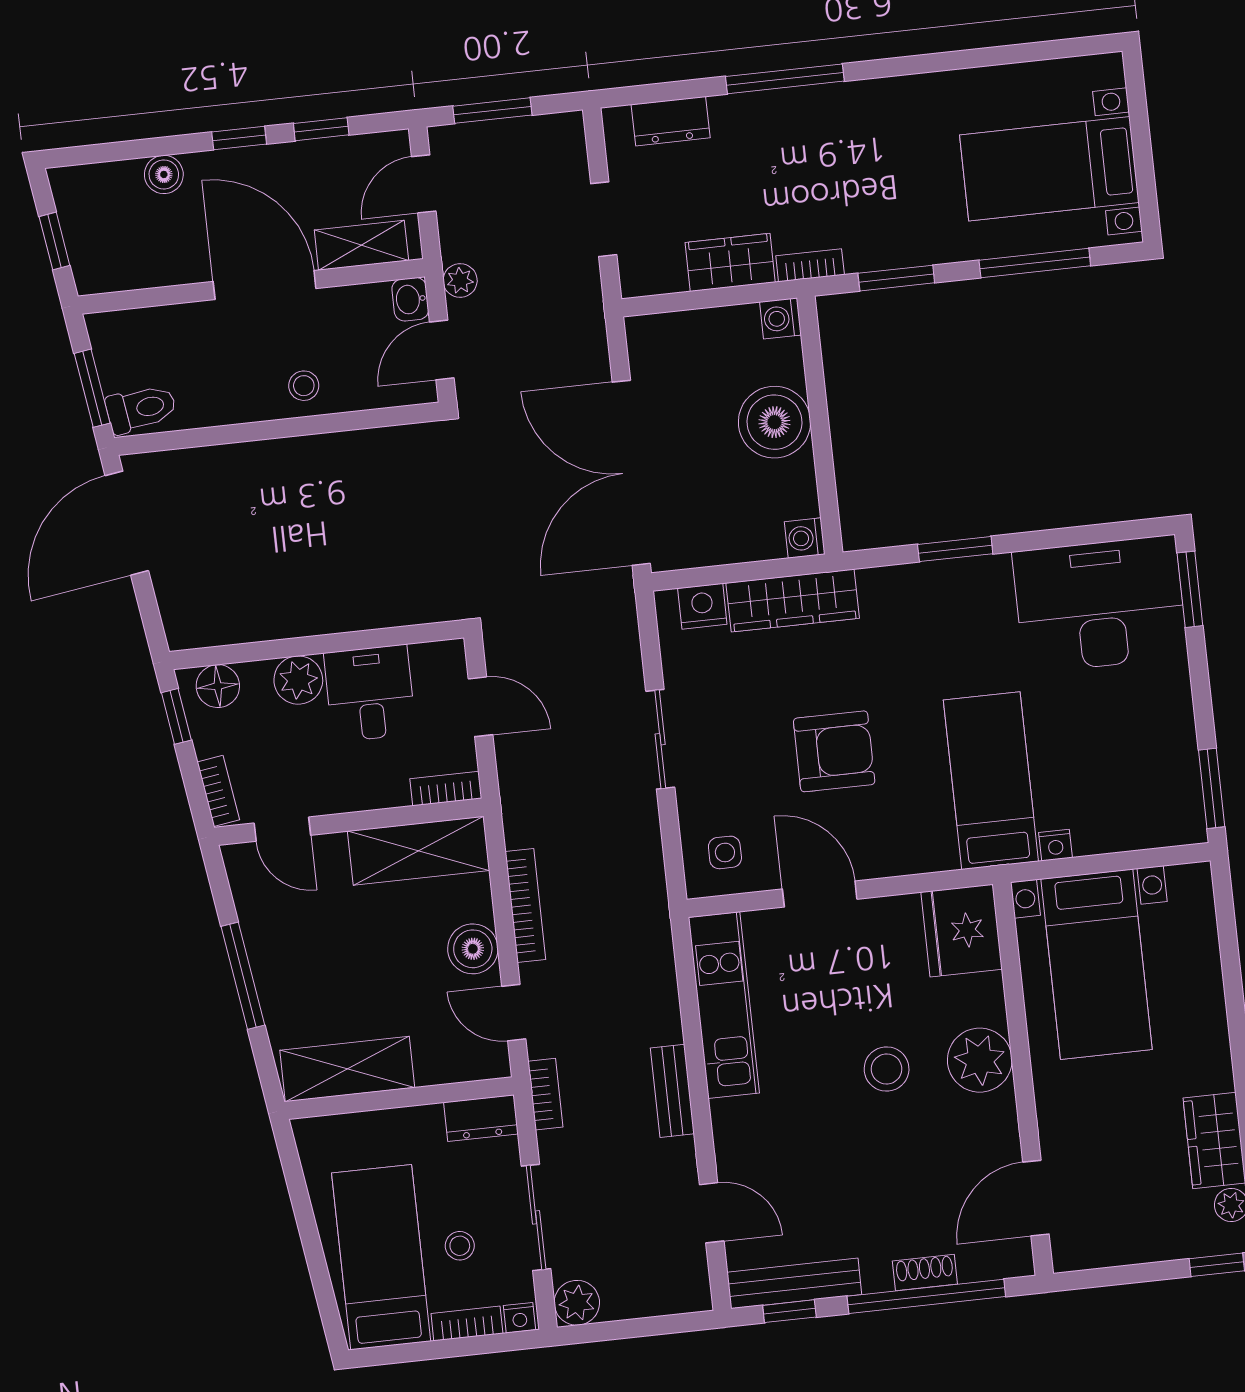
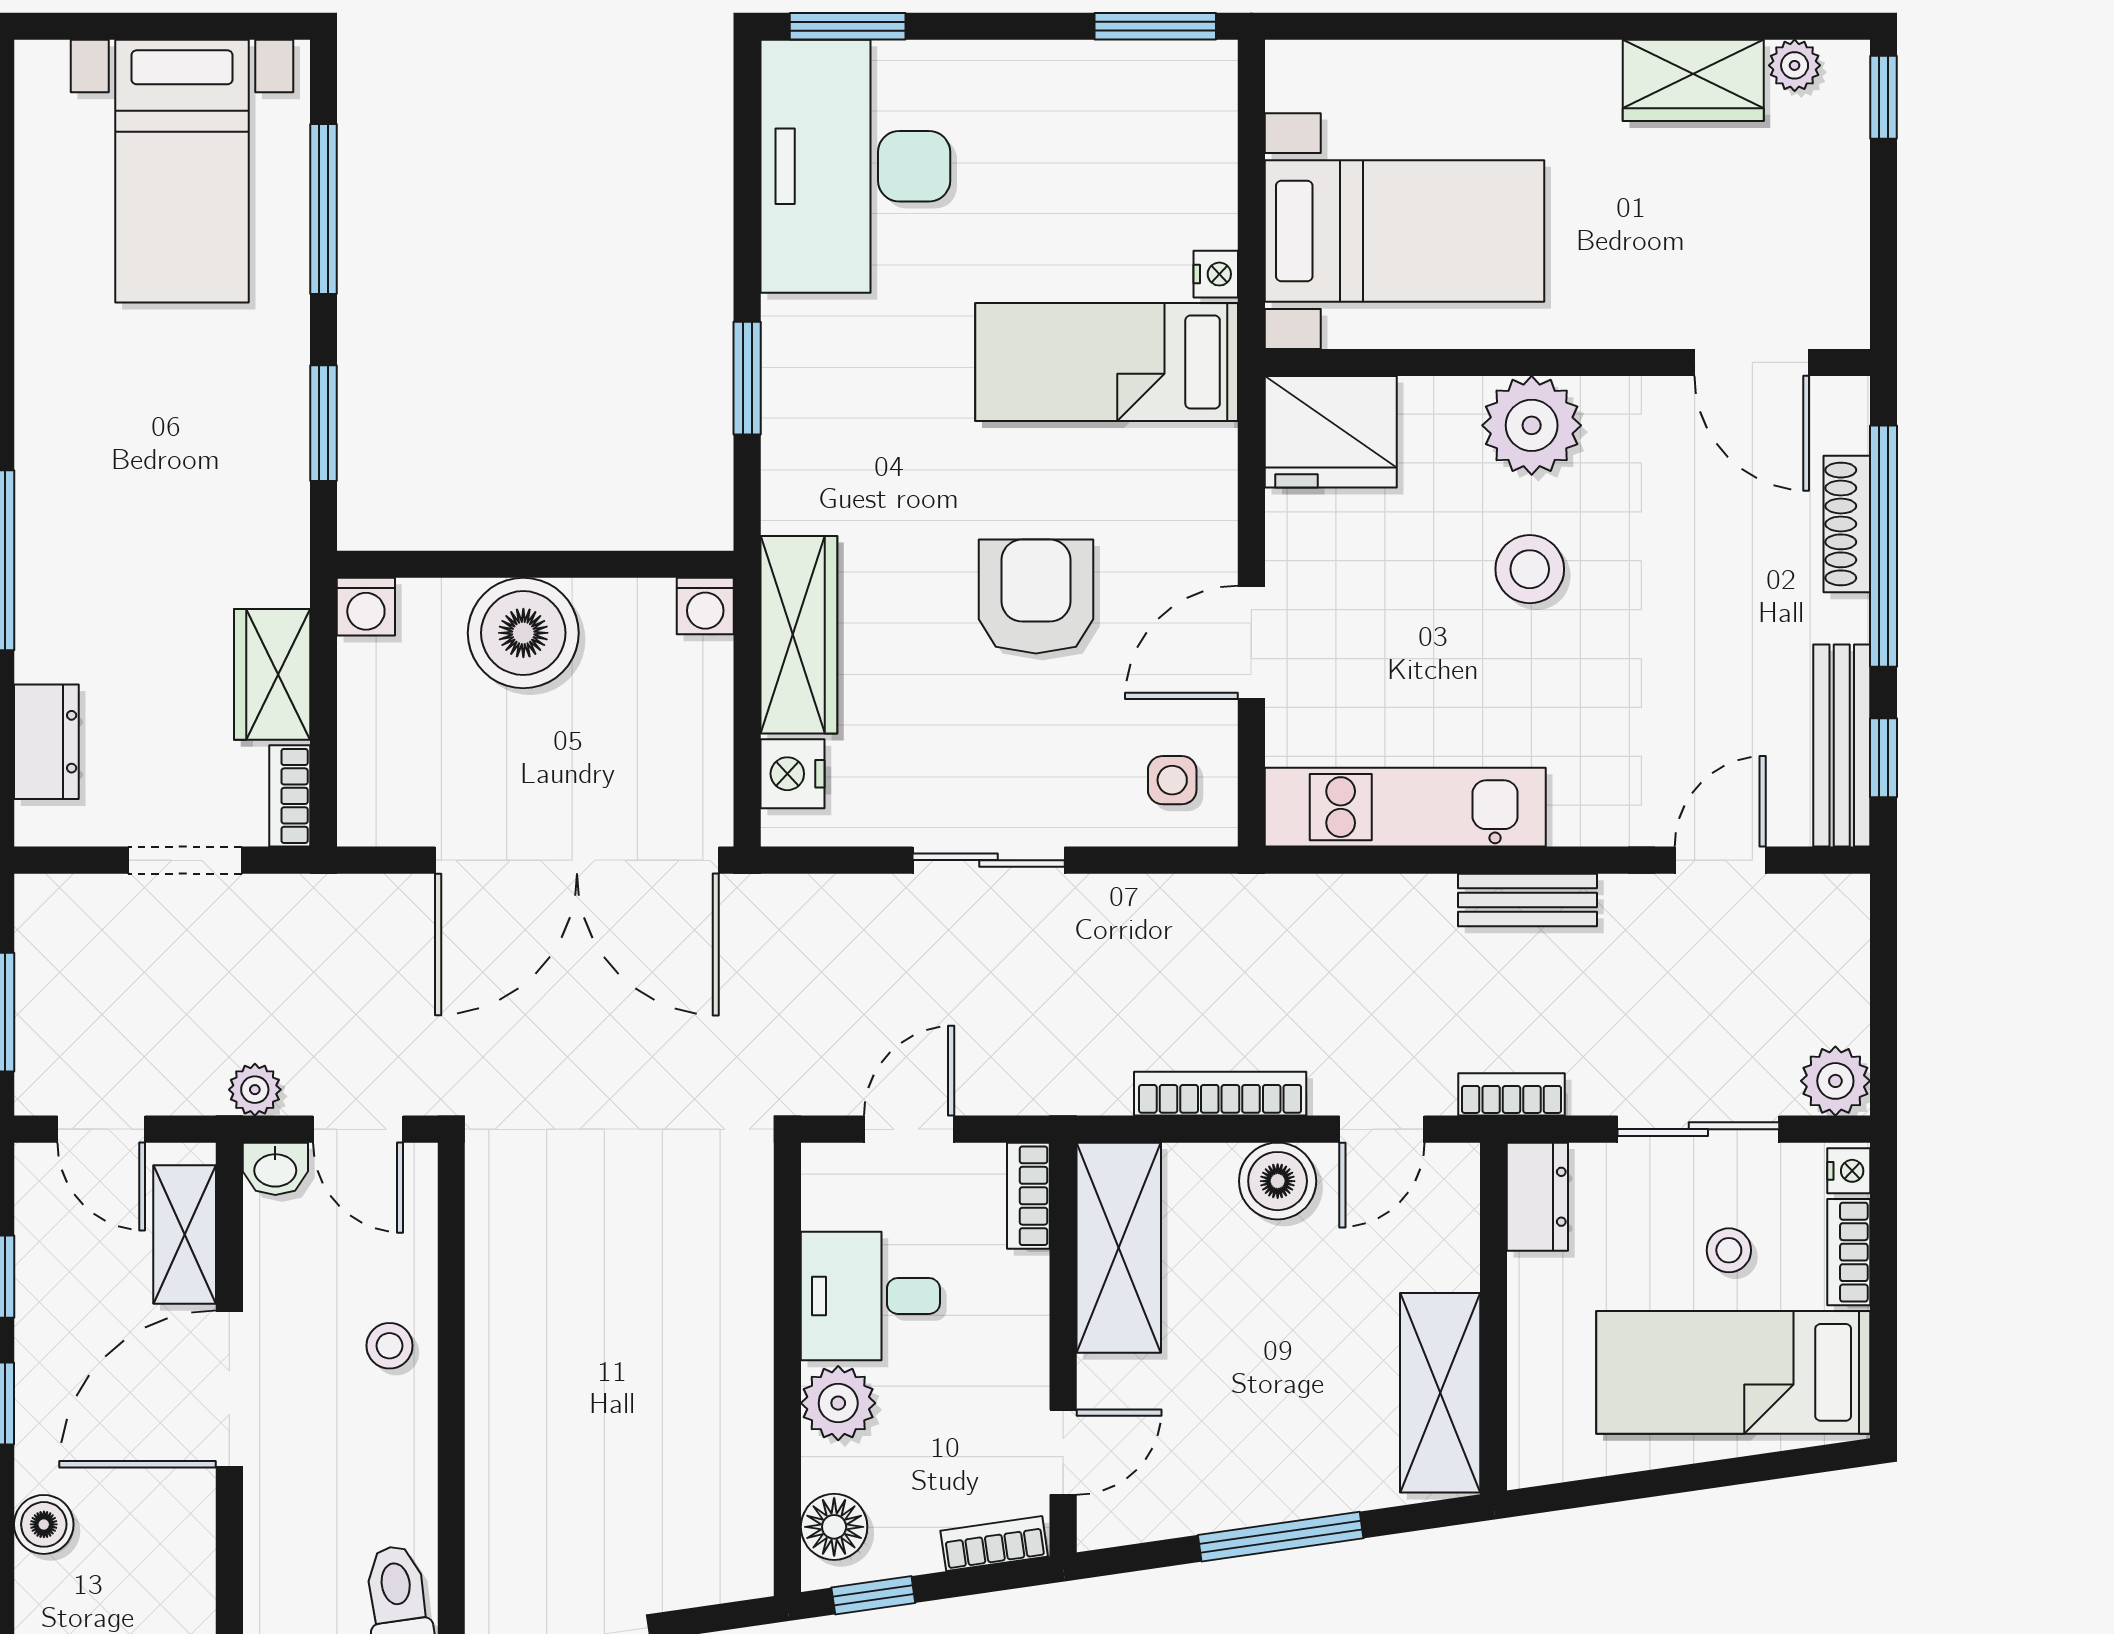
bookcase: (810, 265) -> (290, 796), moved
shoe rack: (925, 1272) -> (1847, 524), width x1.43

